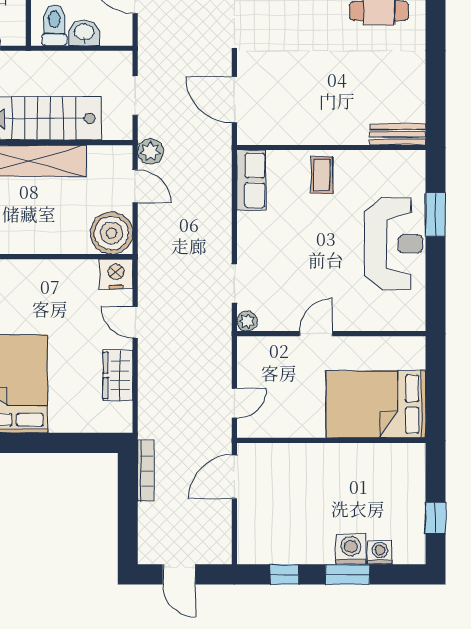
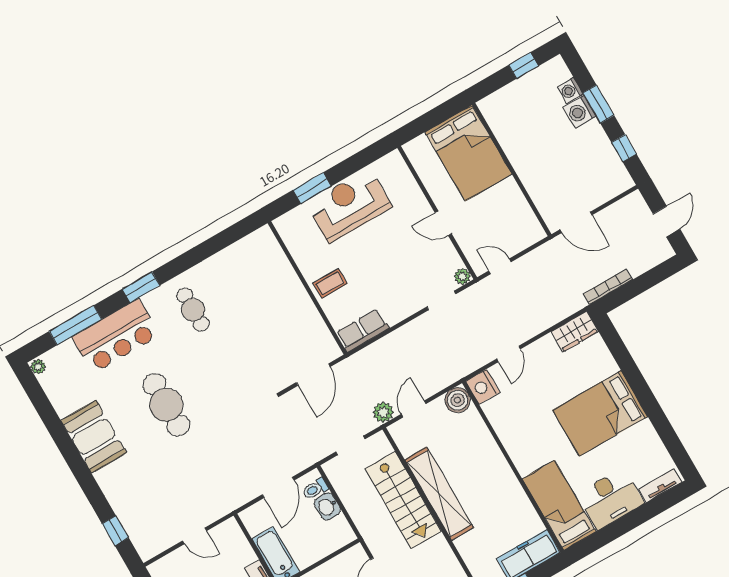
toilet: (54, 25) -> (315, 489), moved, width x0.73, depth x0.72
bench: (398, 134) -> (271, 247), removed
boiler: (112, 233) -> (457, 400), width x0.73, depth x0.73
wardrobe: (118, 375) -> (575, 332), moved
door: (234, 403) -> (500, 266), moved

